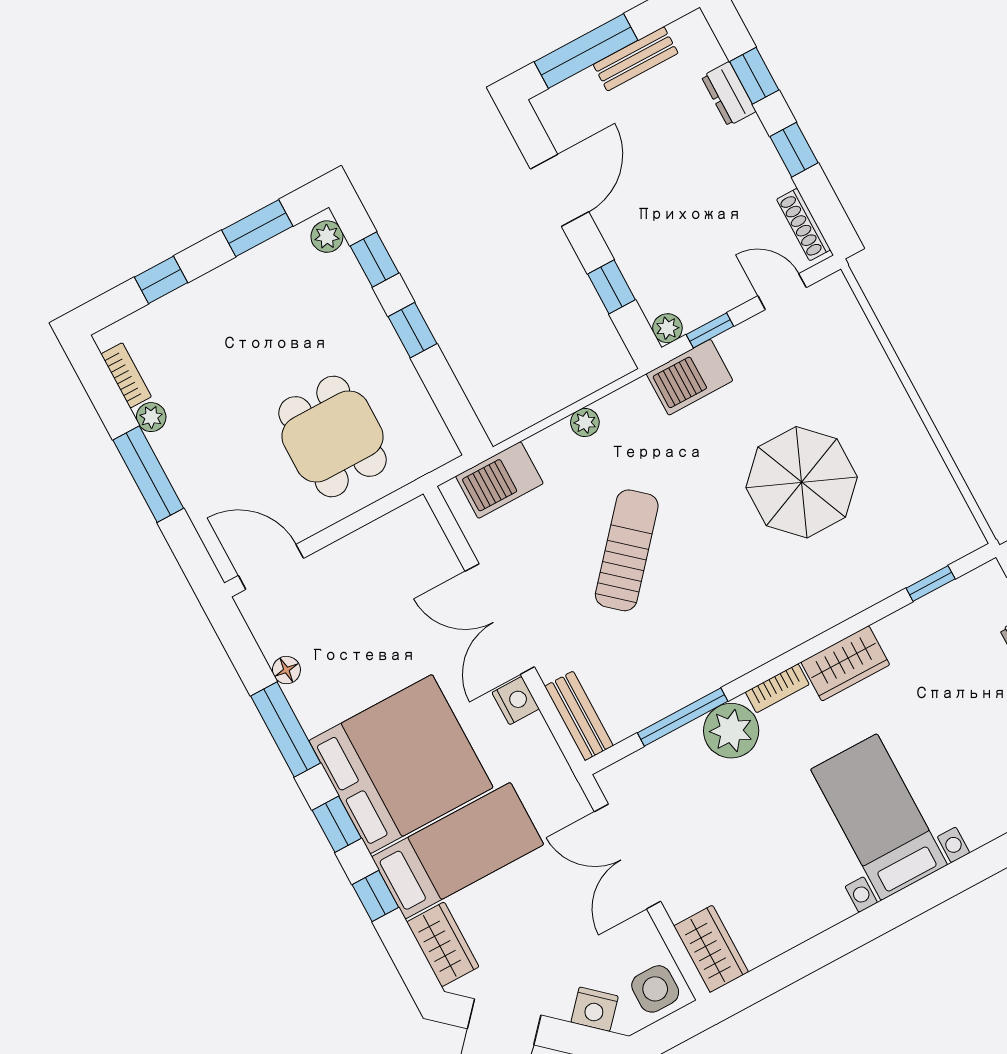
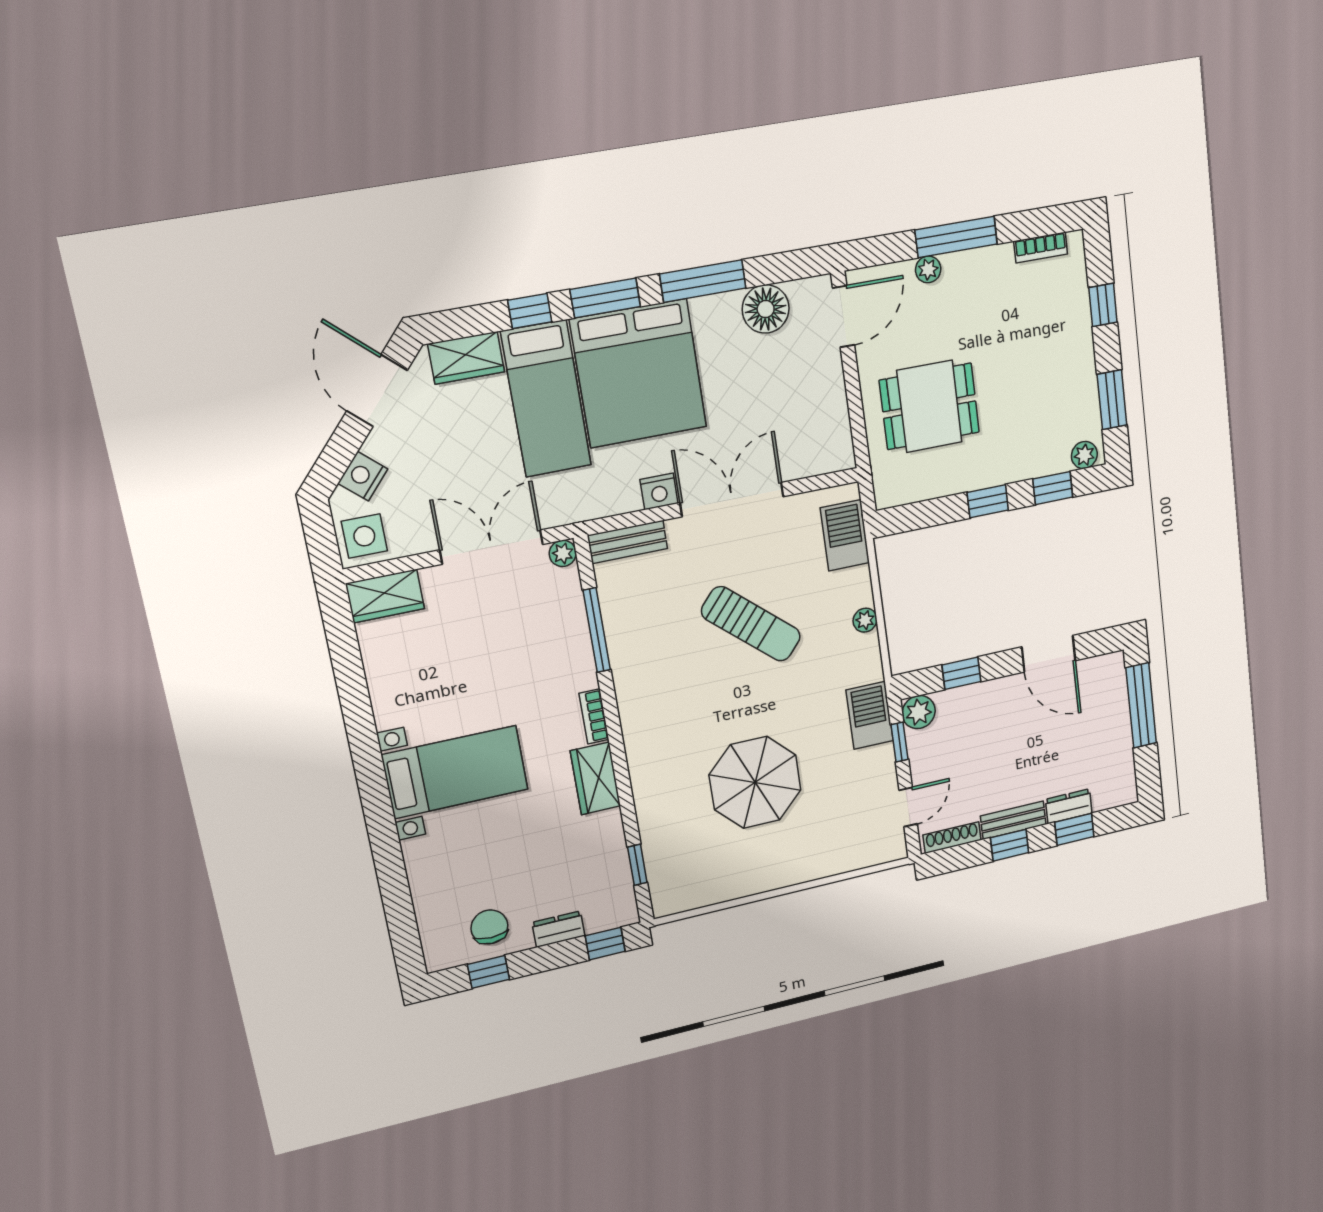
bench: (636, 59) -> (1013, 820), moved, turned 90
plant: (667, 328) -> (919, 712), width x1.38, depth x1.38
plant: (151, 417) -> (928, 269), moved
floor lamp: (286, 670) -> (766, 309), width x1.89, depth x1.89
plant: (731, 731) -> (563, 553), moved, width x0.53, depth x0.53
window: (337, 824) -> (605, 298), width x1.50

